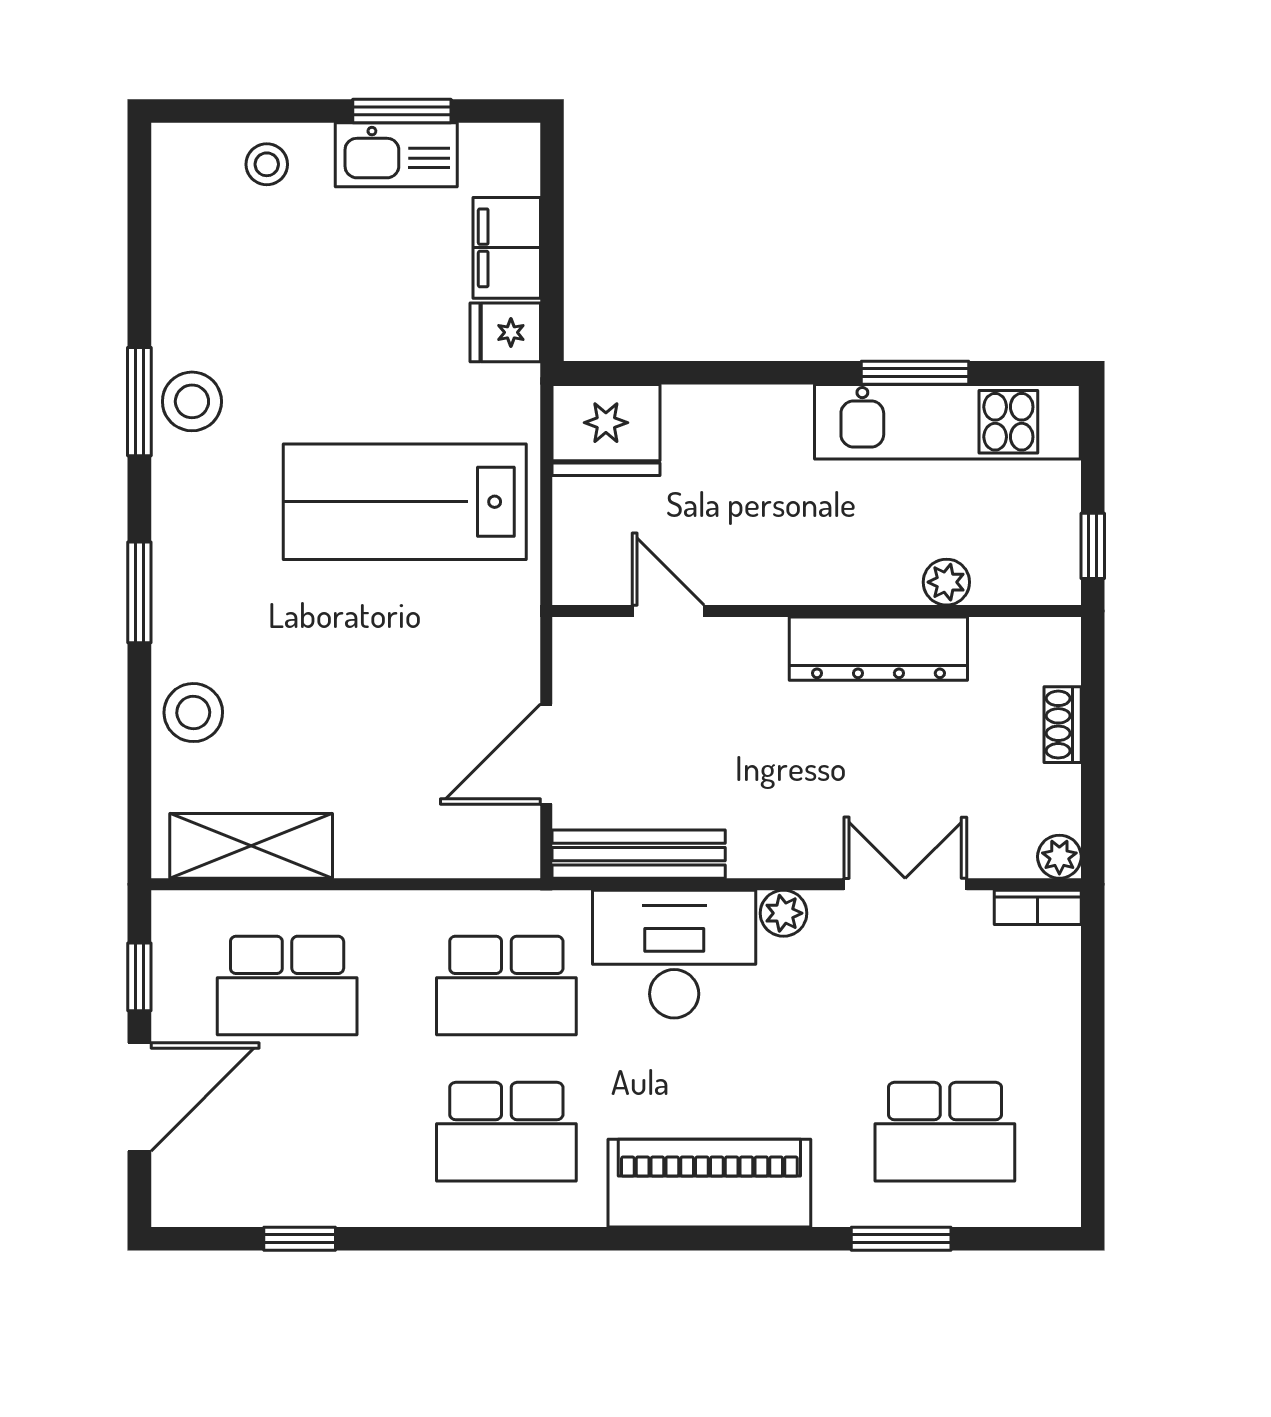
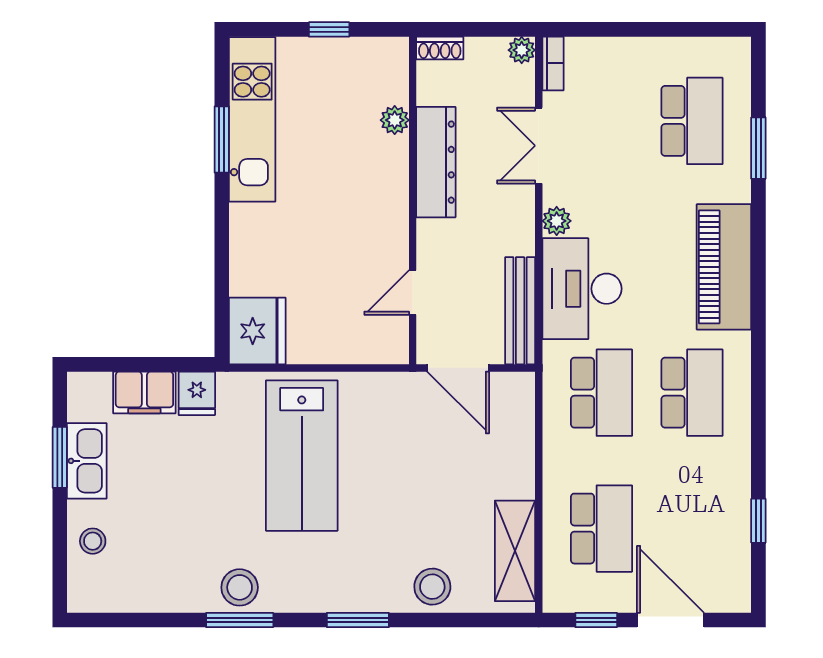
plant: (946, 582) -> (395, 120), moved
door: (668, 611) -> (413, 292), moved
wall: (817, 611) -> (413, 200), moved
dresser: (878, 649) -> (436, 162), moved

